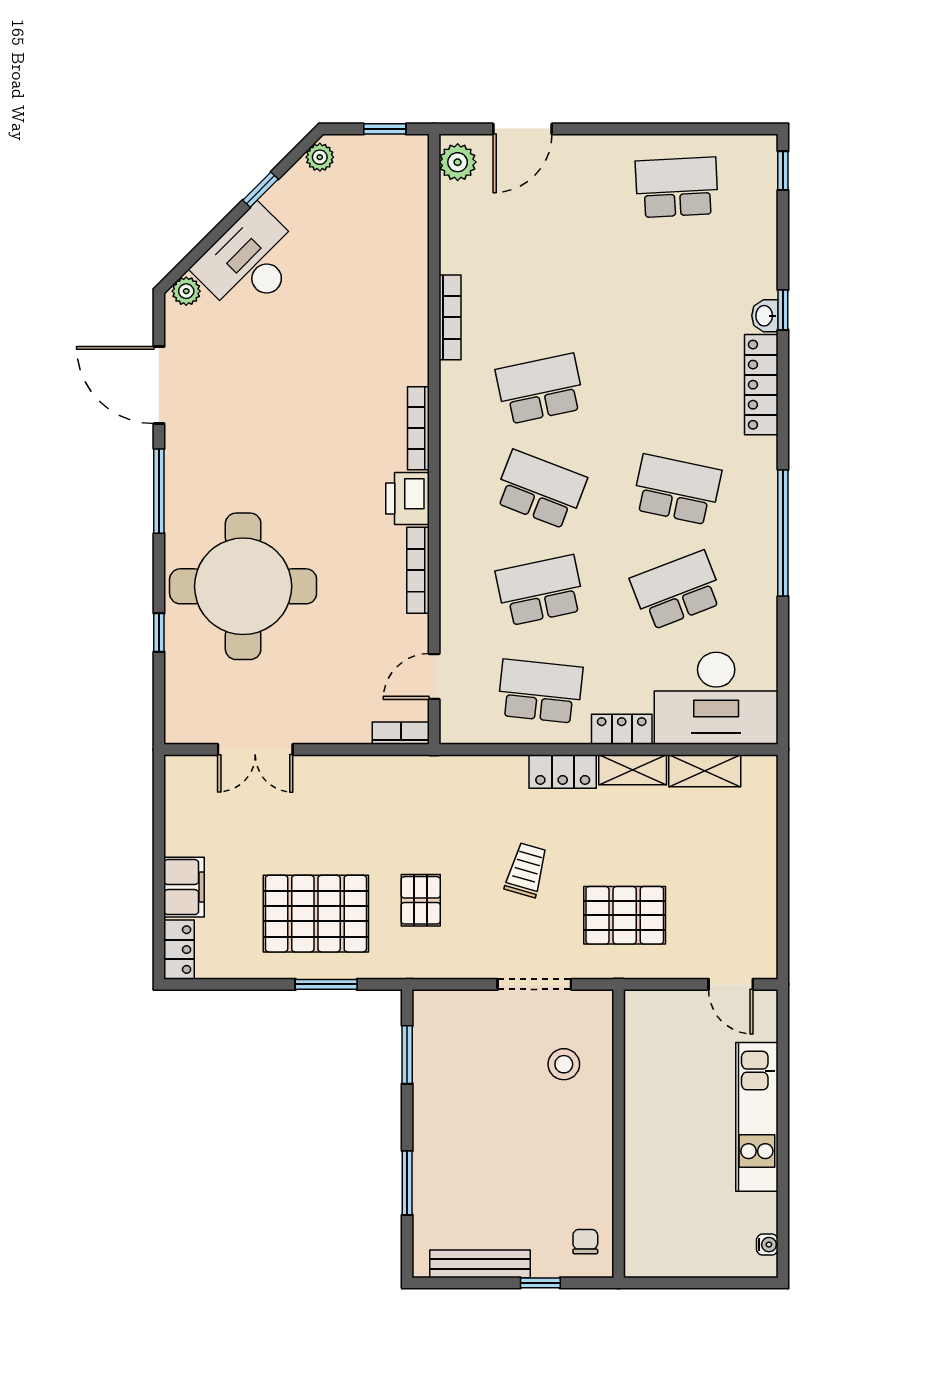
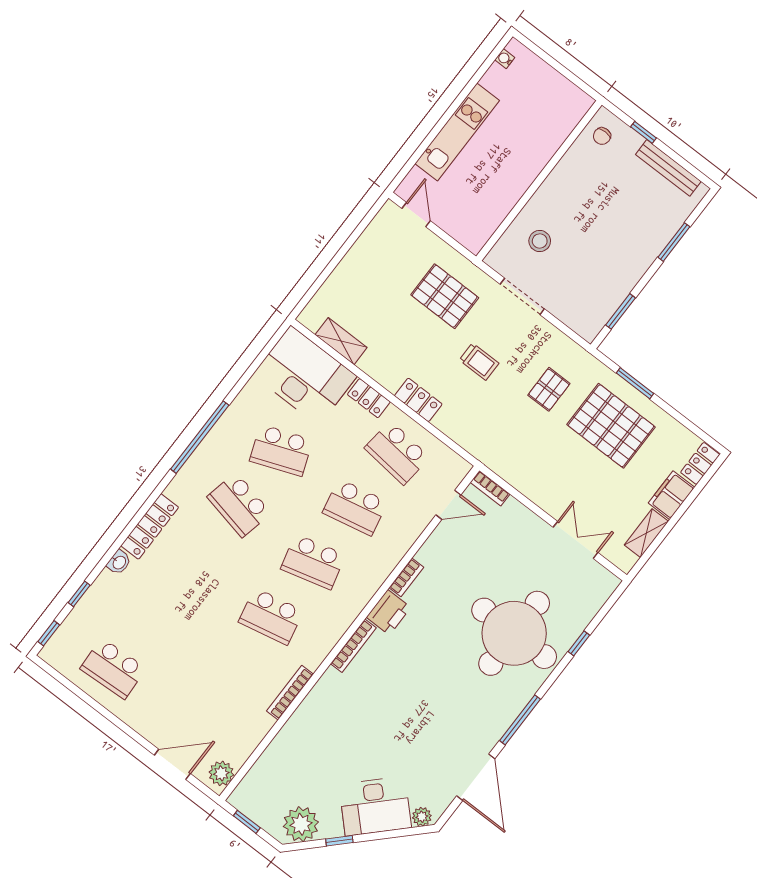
plant: (320, 157) -> (301, 824), width x1.88, depth x1.88
window: (783, 310) -> (79, 594), moved
school desk: (540, 490) -> (313, 562), turned -36
bookcase: (418, 570) -> (406, 577), width x0.64
shelving: (633, 770) -> (646, 533), moved, turned 90
trolley: (526, 870) -> (479, 362), turned -106

